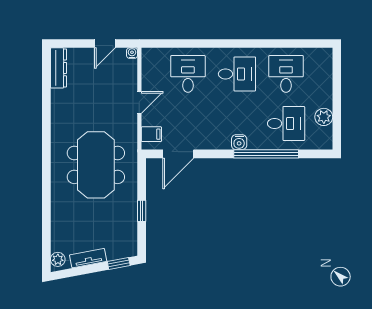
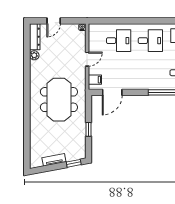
door: (105, 44) -> (54, 21), moved
desk: (188, 74) -> (119, 41), turned 90
water cooler: (239, 142) -> (152, 85), removed
plant: (58, 259) -> (34, 55), moved

